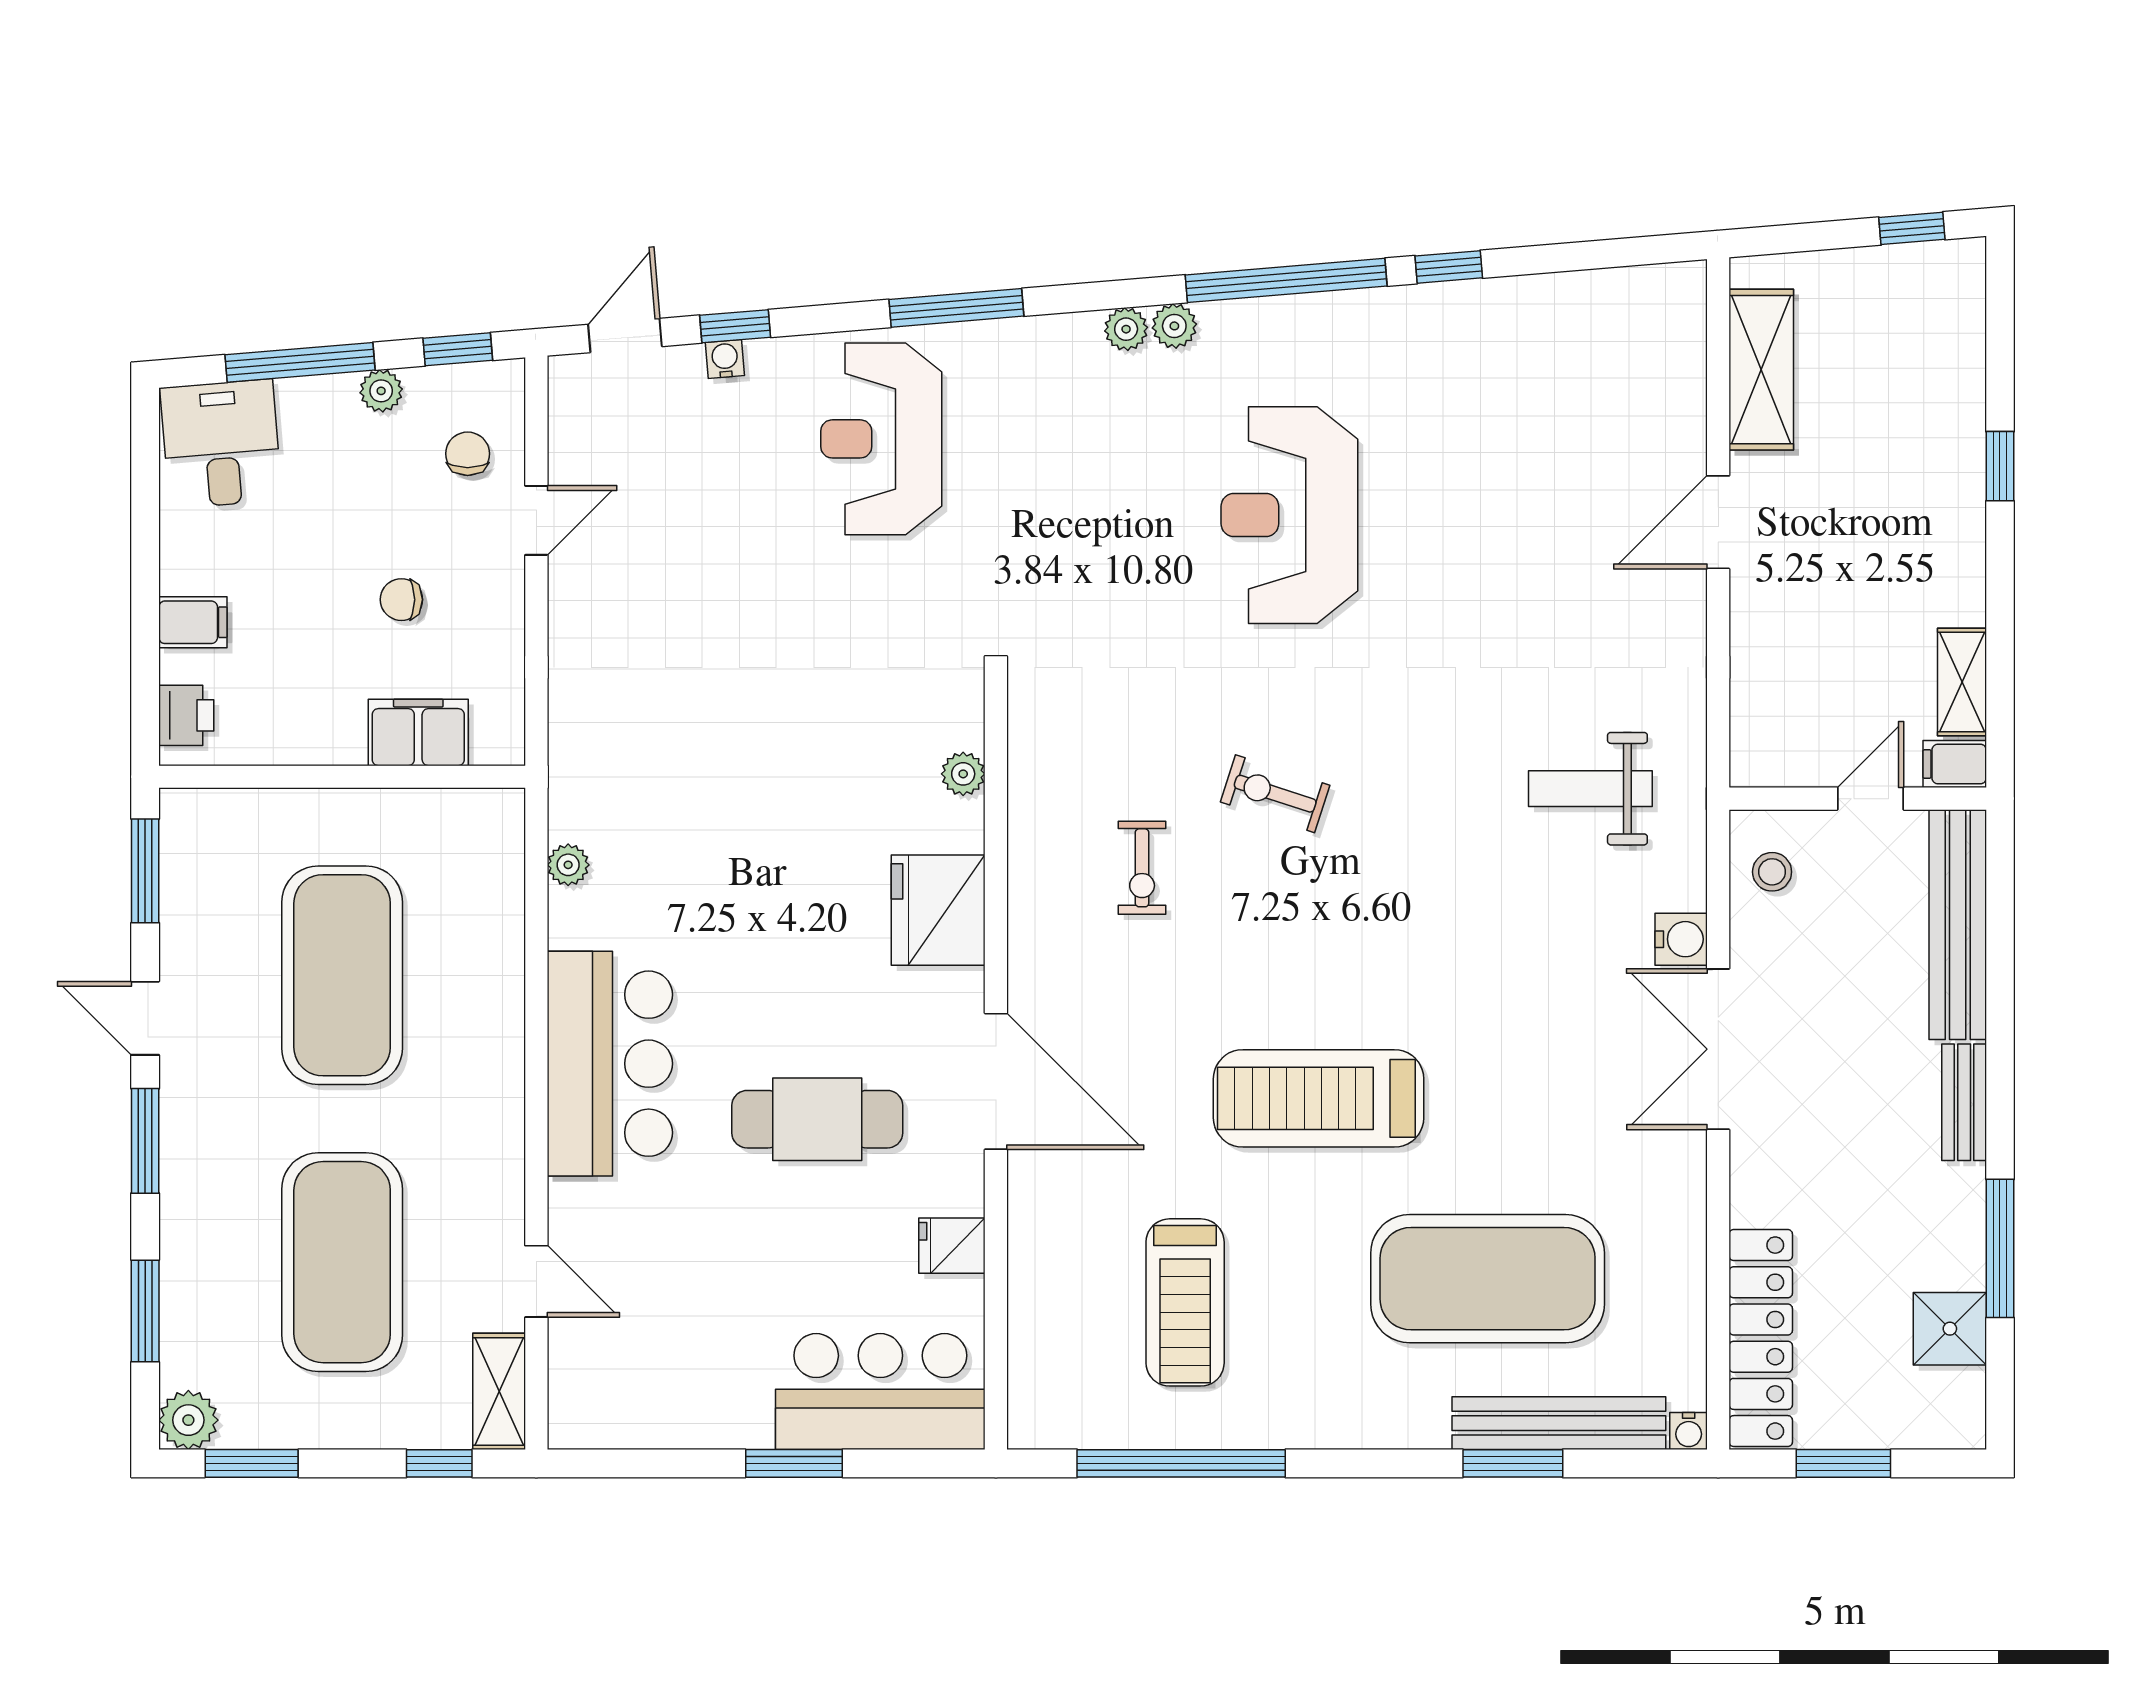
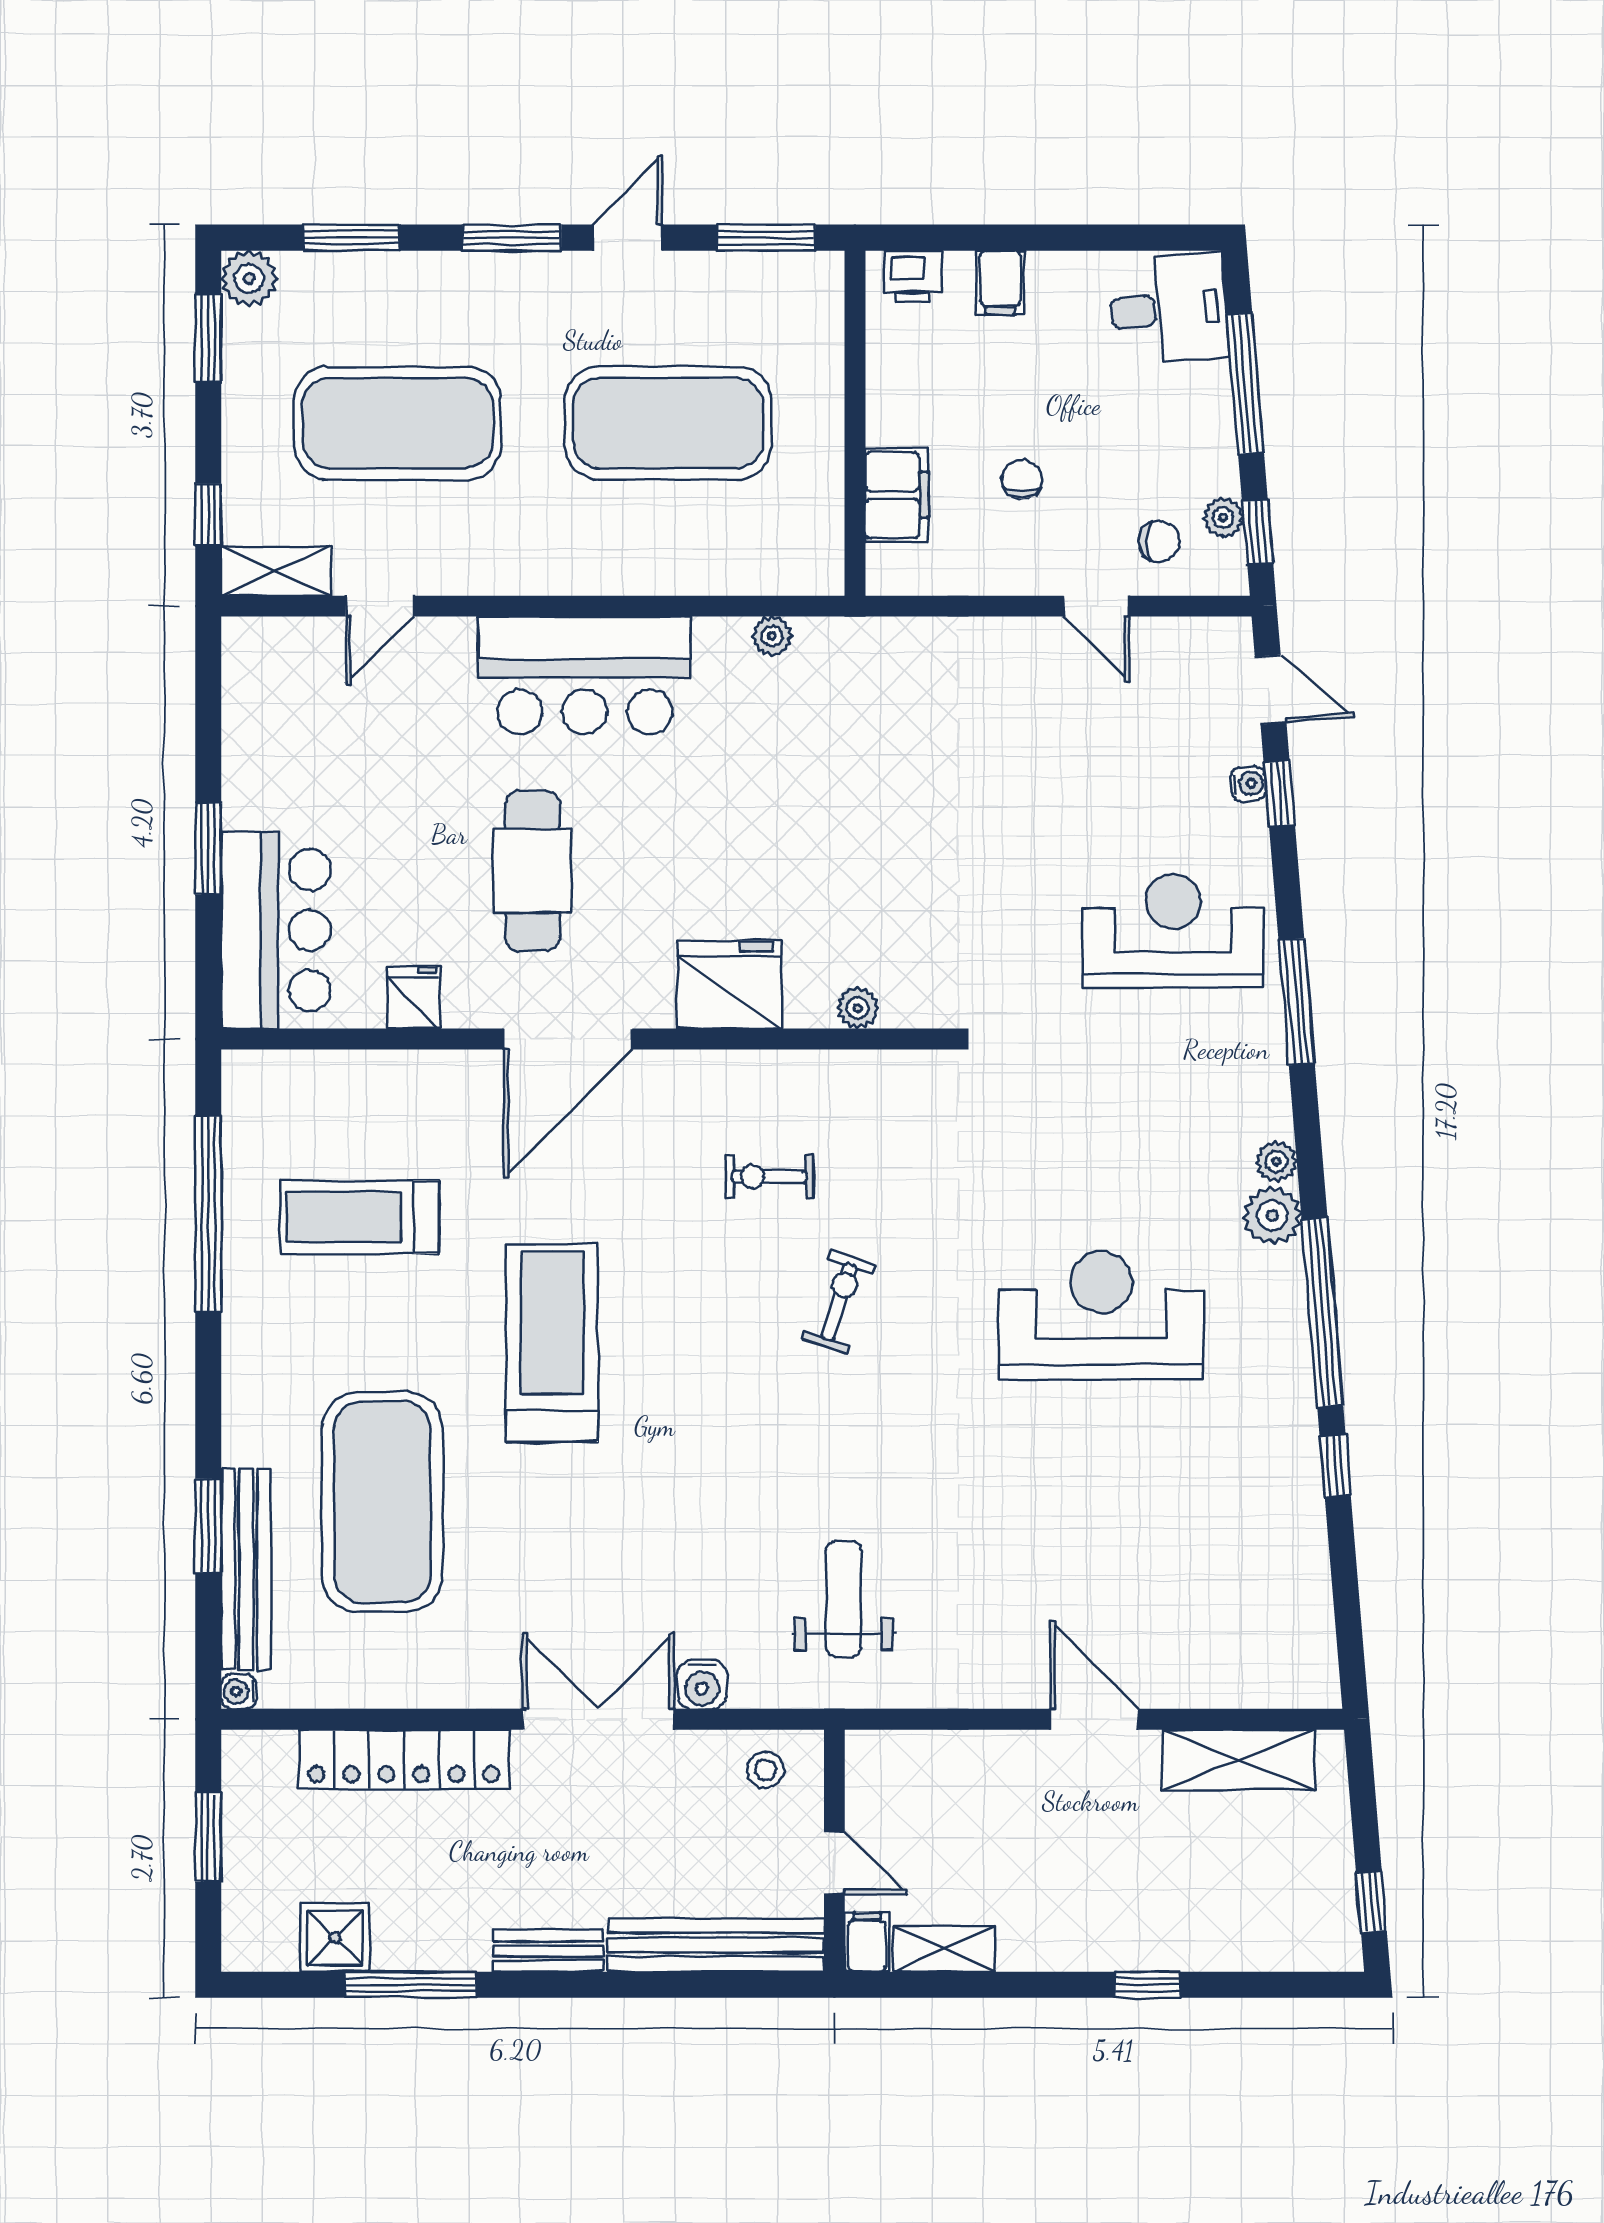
plant: (1174, 326) -> (1272, 1216), width x1.38, depth x1.38
plant: (381, 391) -> (1223, 518), moved
locker: (1761, 1338) -> (404, 1759), moved

